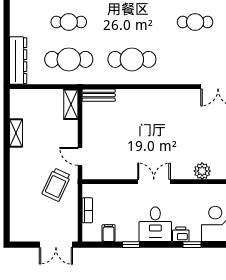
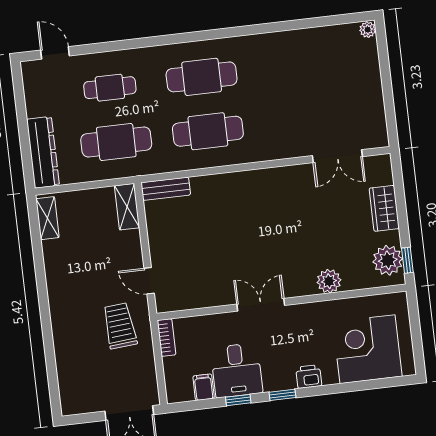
cafe table: (195, 22) -> (202, 77), moved, width x1.37, depth x1.35
shelving: (16, 133) -> (48, 218), moved
trolley: (56, 185) -> (120, 326), turned 150
bookcase: (87, 210) -> (166, 338), moved
desk: (155, 224) -> (237, 370), moved
window: (192, 245) -> (282, 395), moved

